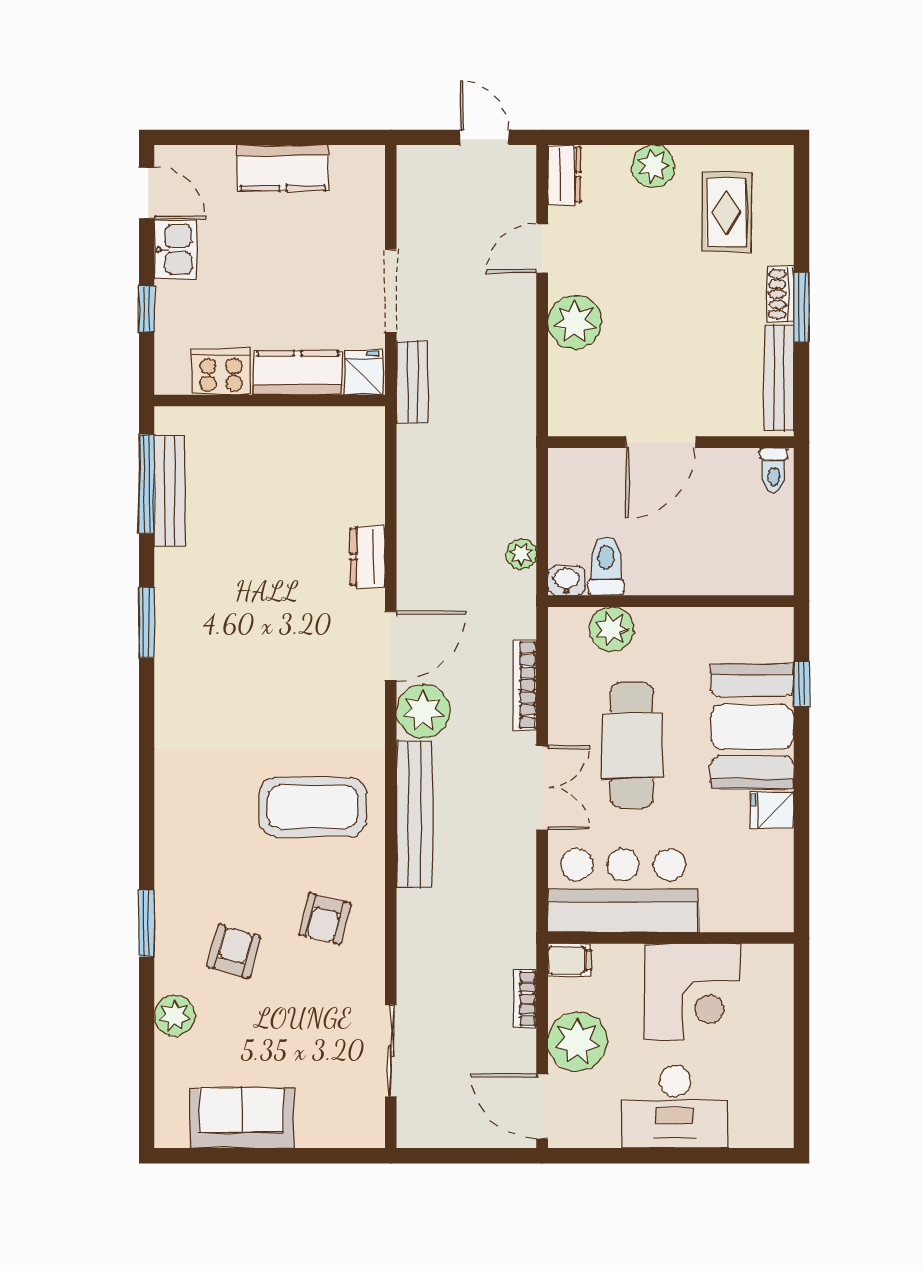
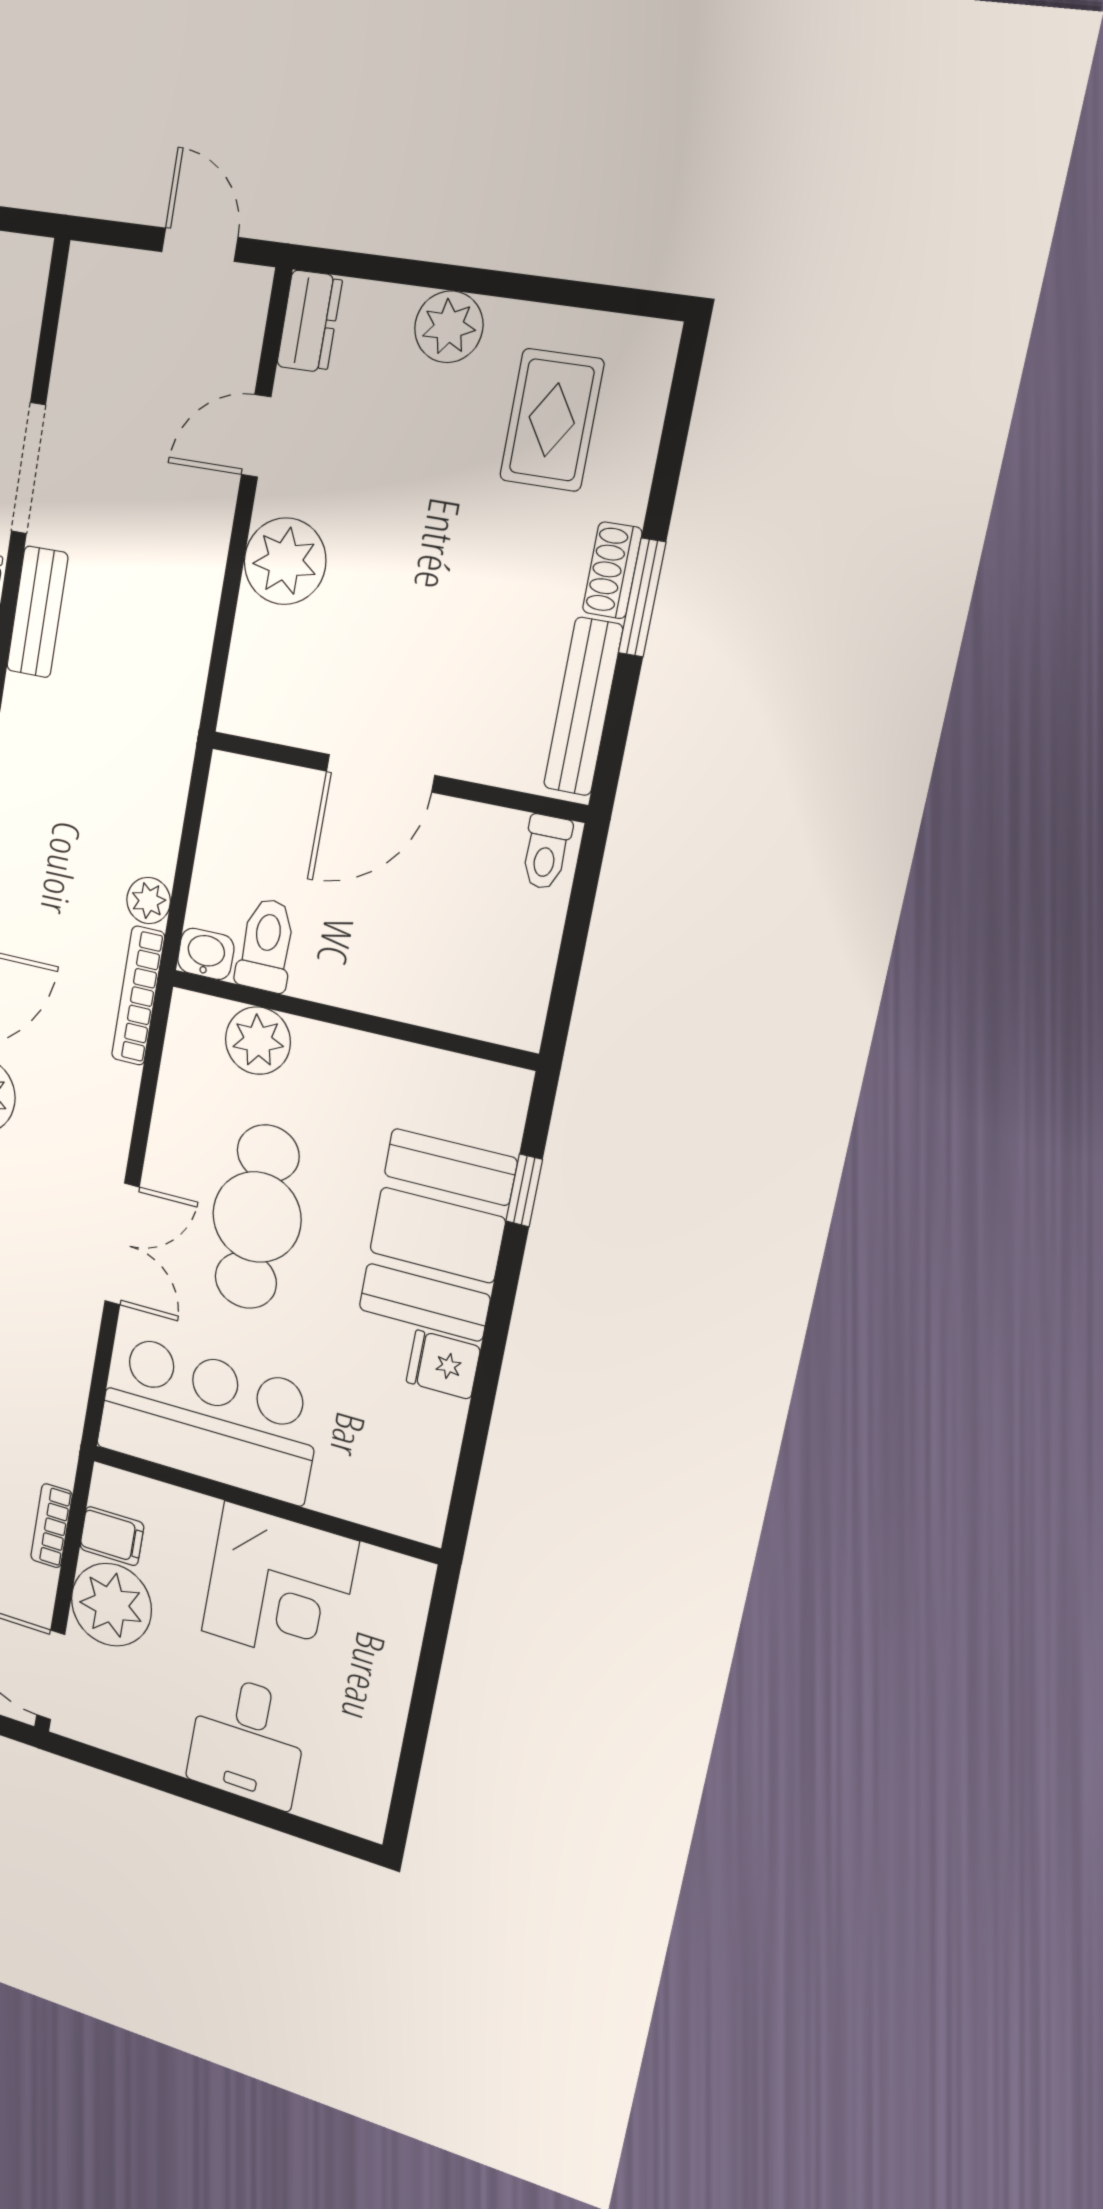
bookcase: (525, 685) -> (138, 996), moved
filing cabinet: (570, 960) -> (112, 1536), moved
desk: (675, 1107) -> (247, 1741), width x0.73

